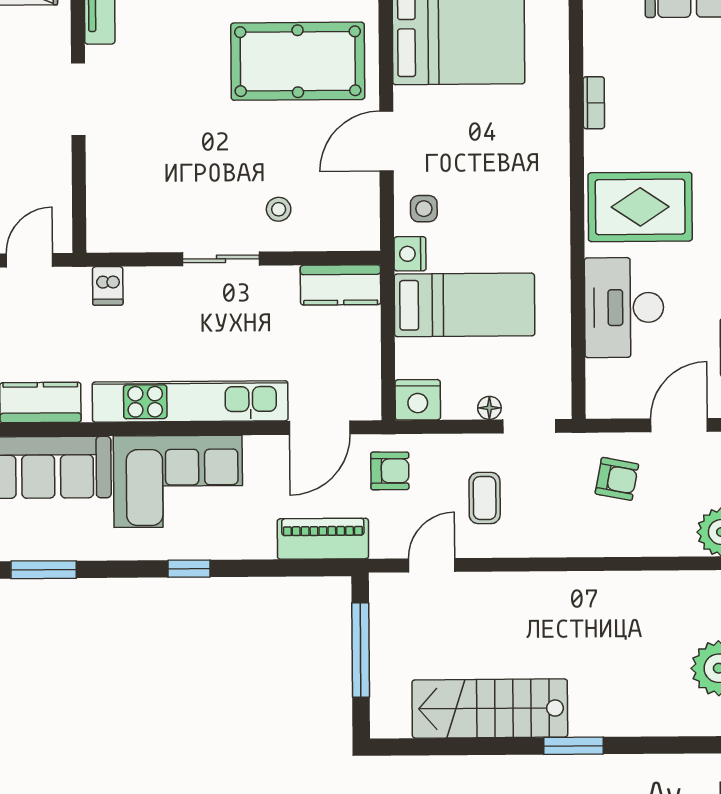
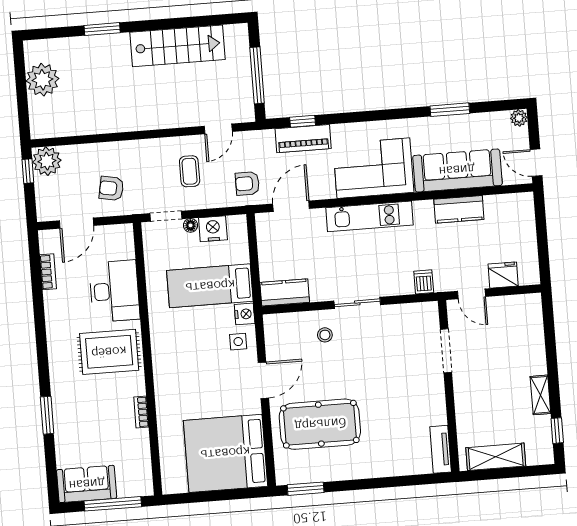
doorway: (78, 99) -> (446, 351), moved
door: (29, 260) -> (472, 294), hinge flipped
nightstand: (418, 400) -> (213, 229), moved
kitchen unit: (190, 401) -> (370, 216), width x0.73
piano: (323, 539) -> (303, 139), moved
window: (189, 569) -> (303, 121), moved
window: (574, 746) -> (102, 29), moved

